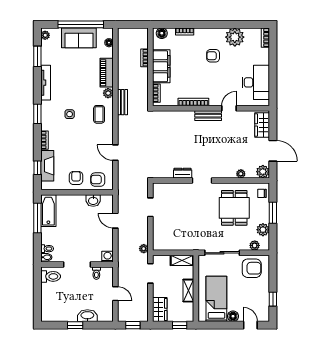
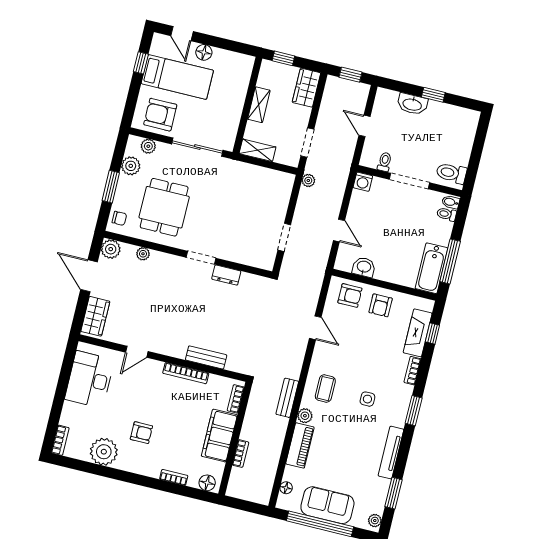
bench: (208, 116) -> (206, 357), moved
bed: (216, 299) -> (177, 77), moved, turned -90

